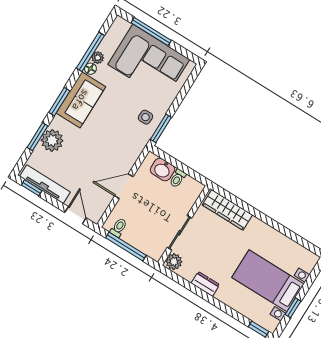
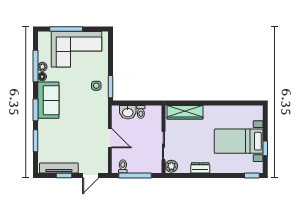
plant: (52, 140) -> (46, 137), removed
door: (124, 186) -> (110, 138), swing flipped
window: (32, 188) -> (64, 176), moved
door: (75, 215) -> (91, 176), swing flipped

